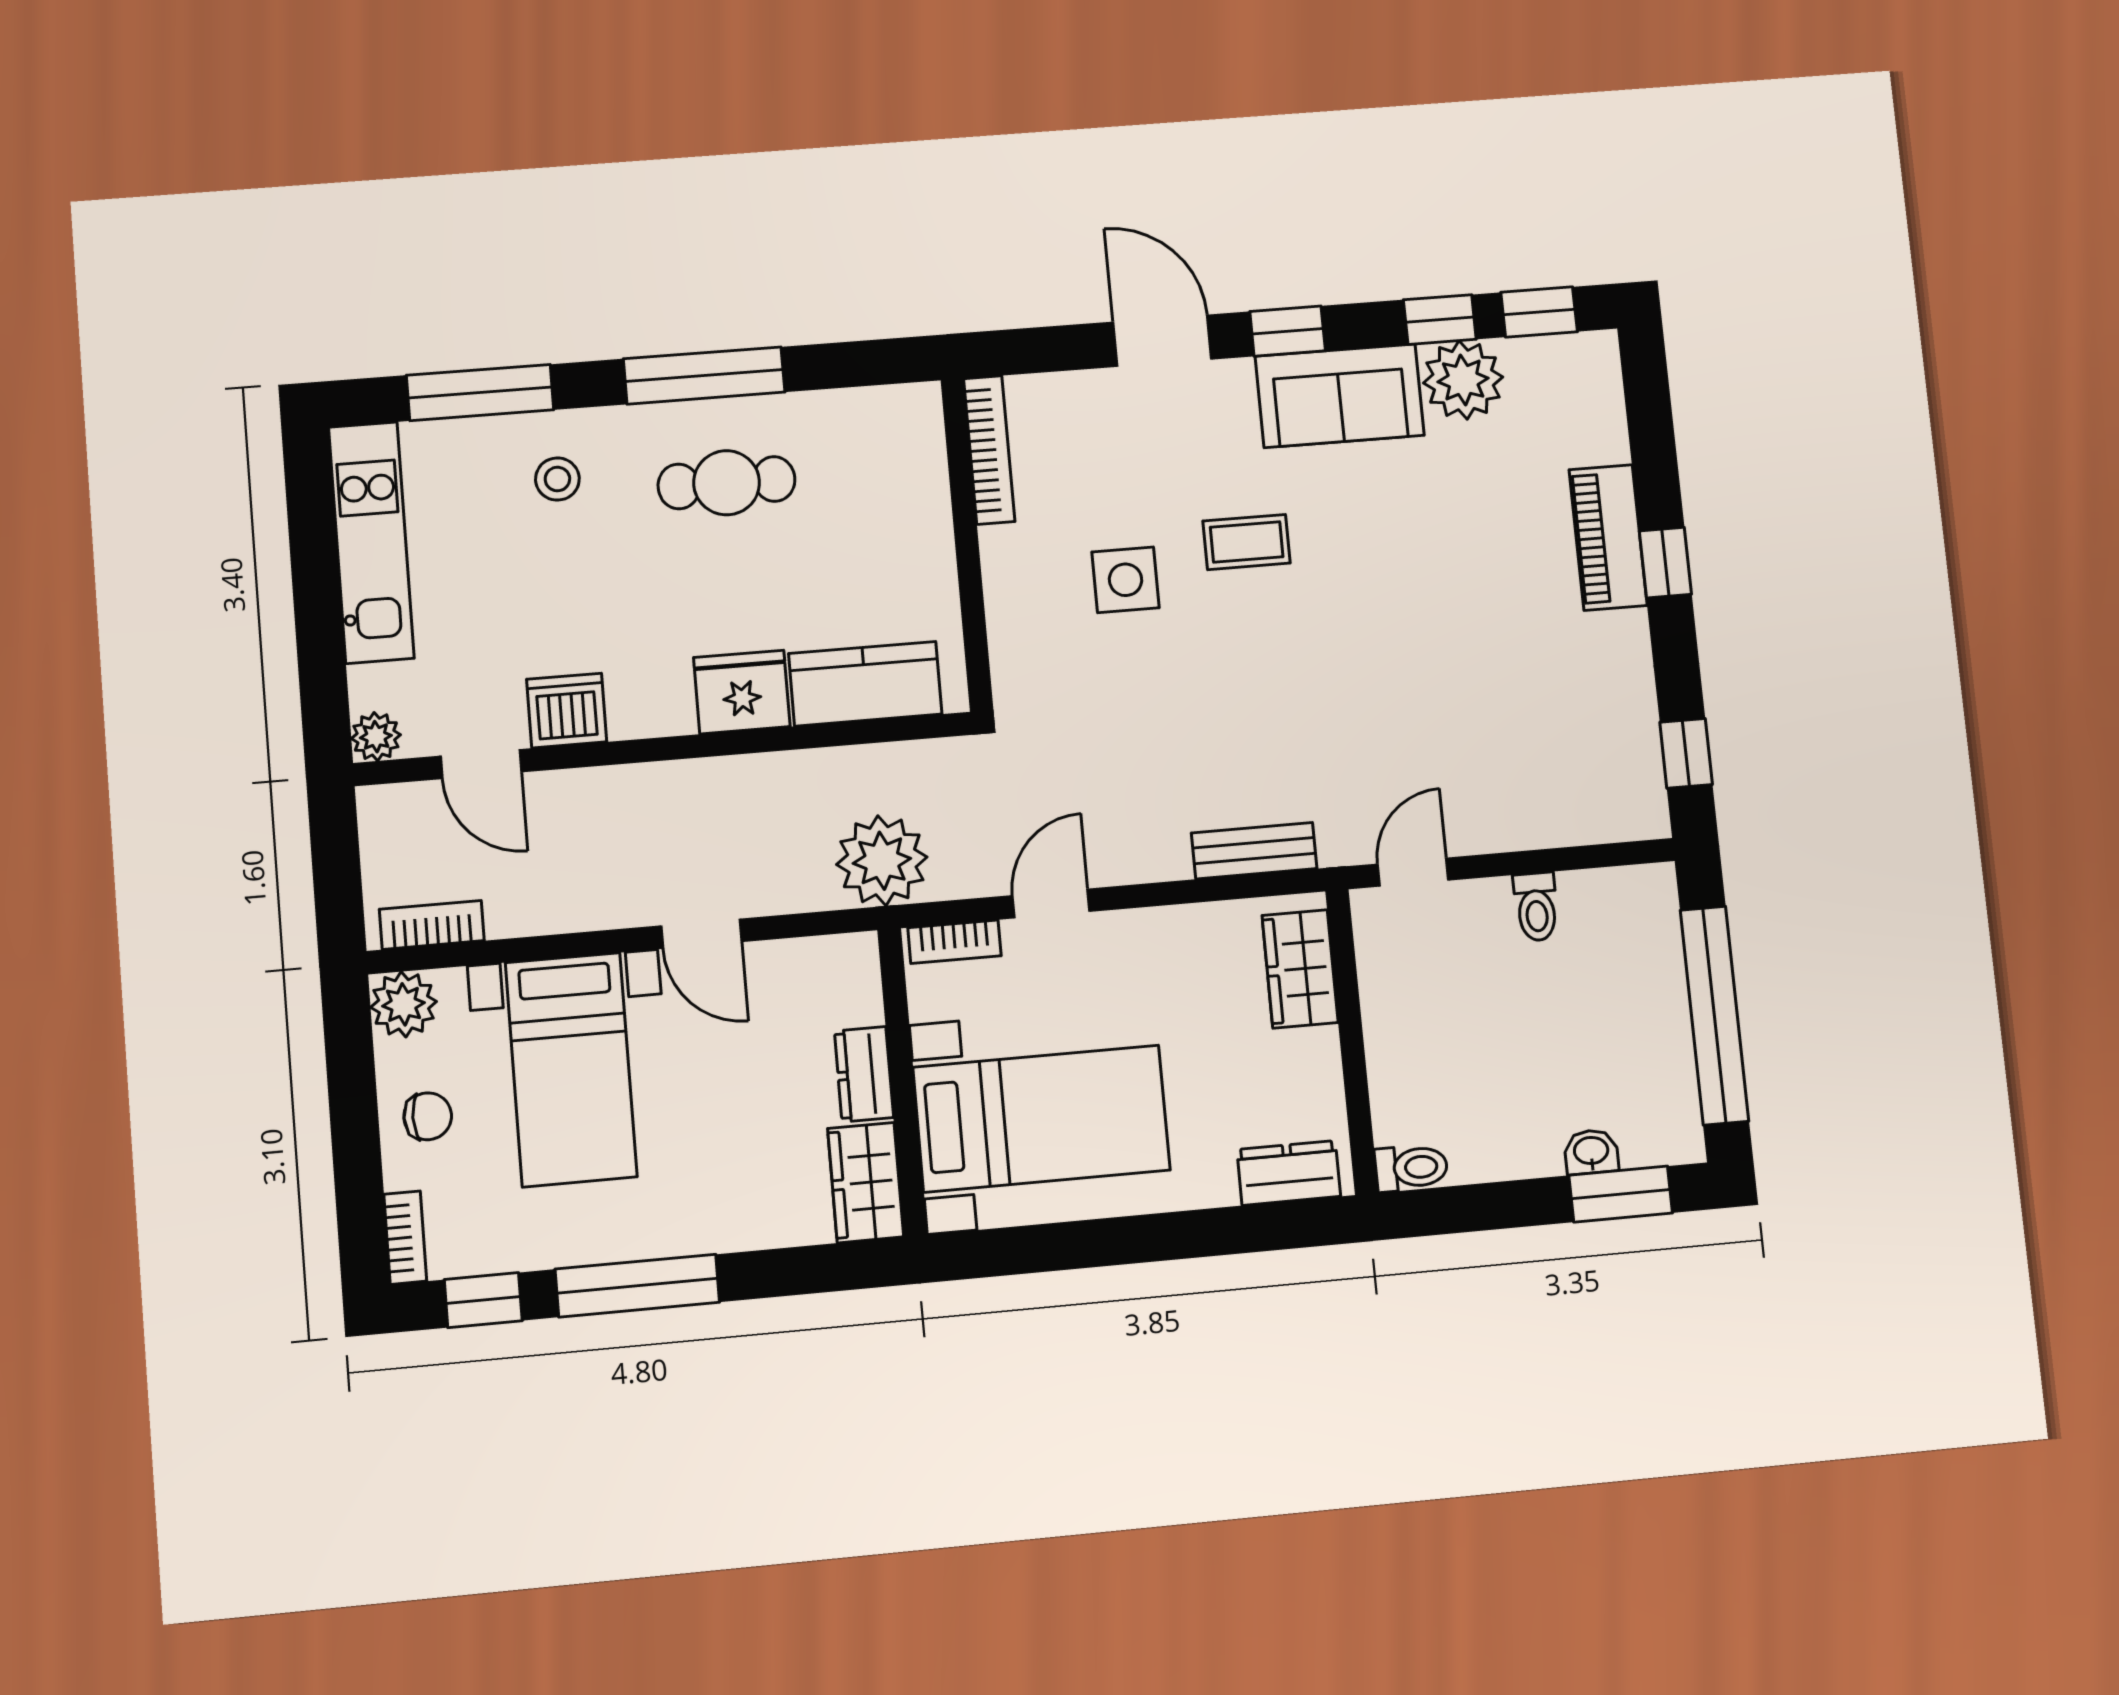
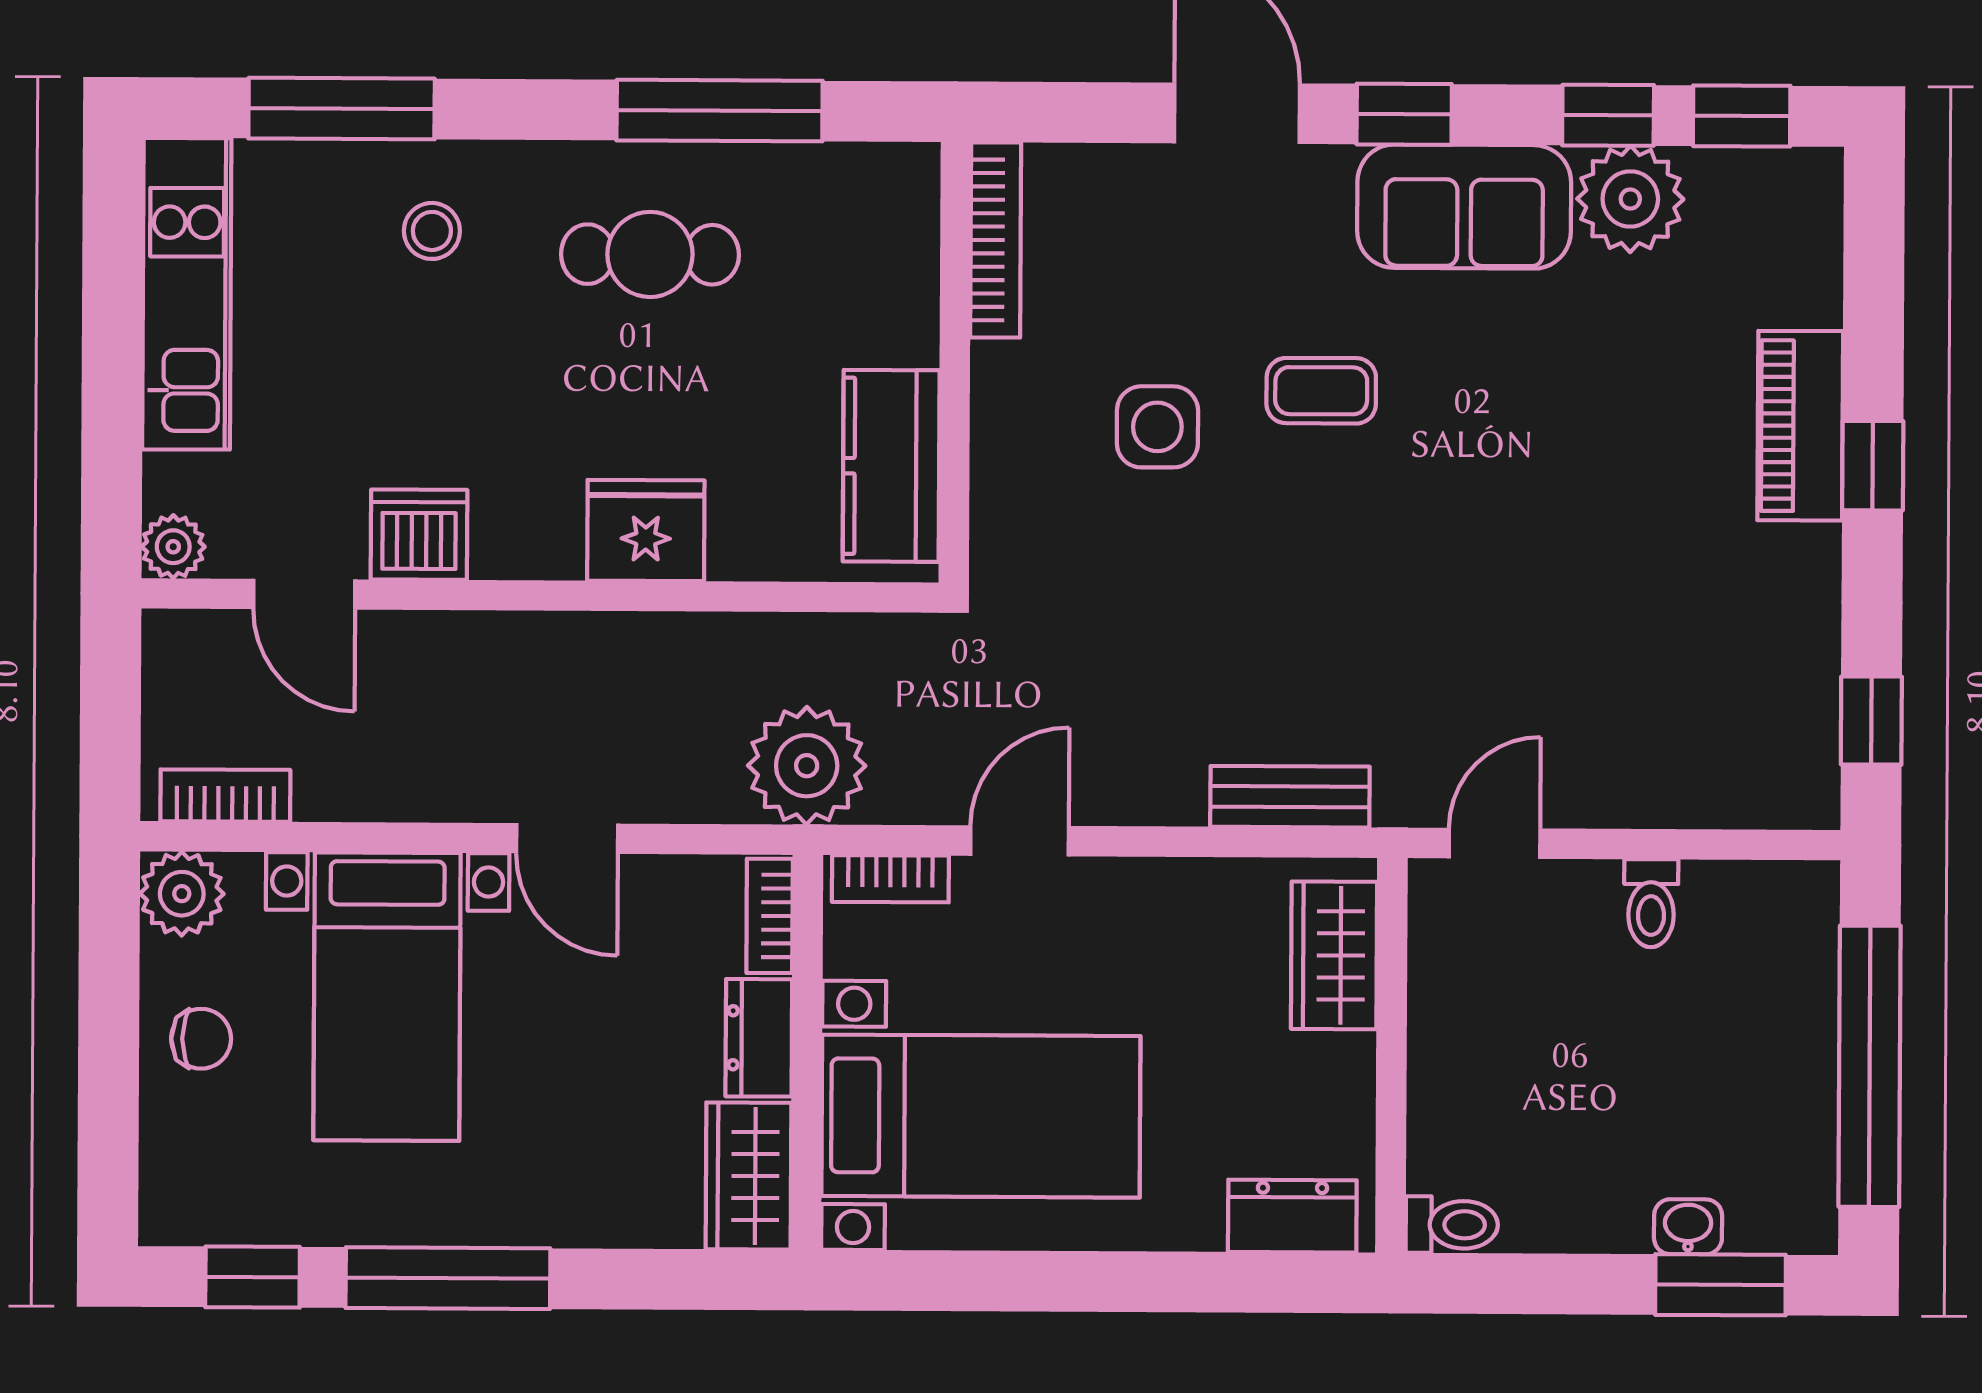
window: (704, 375) -> (720, 111), moved
kitchen counter: (865, 684) -> (891, 466), moved, turned -90
bookcase: (405, 1238) -> (770, 916), moved, turned 180

